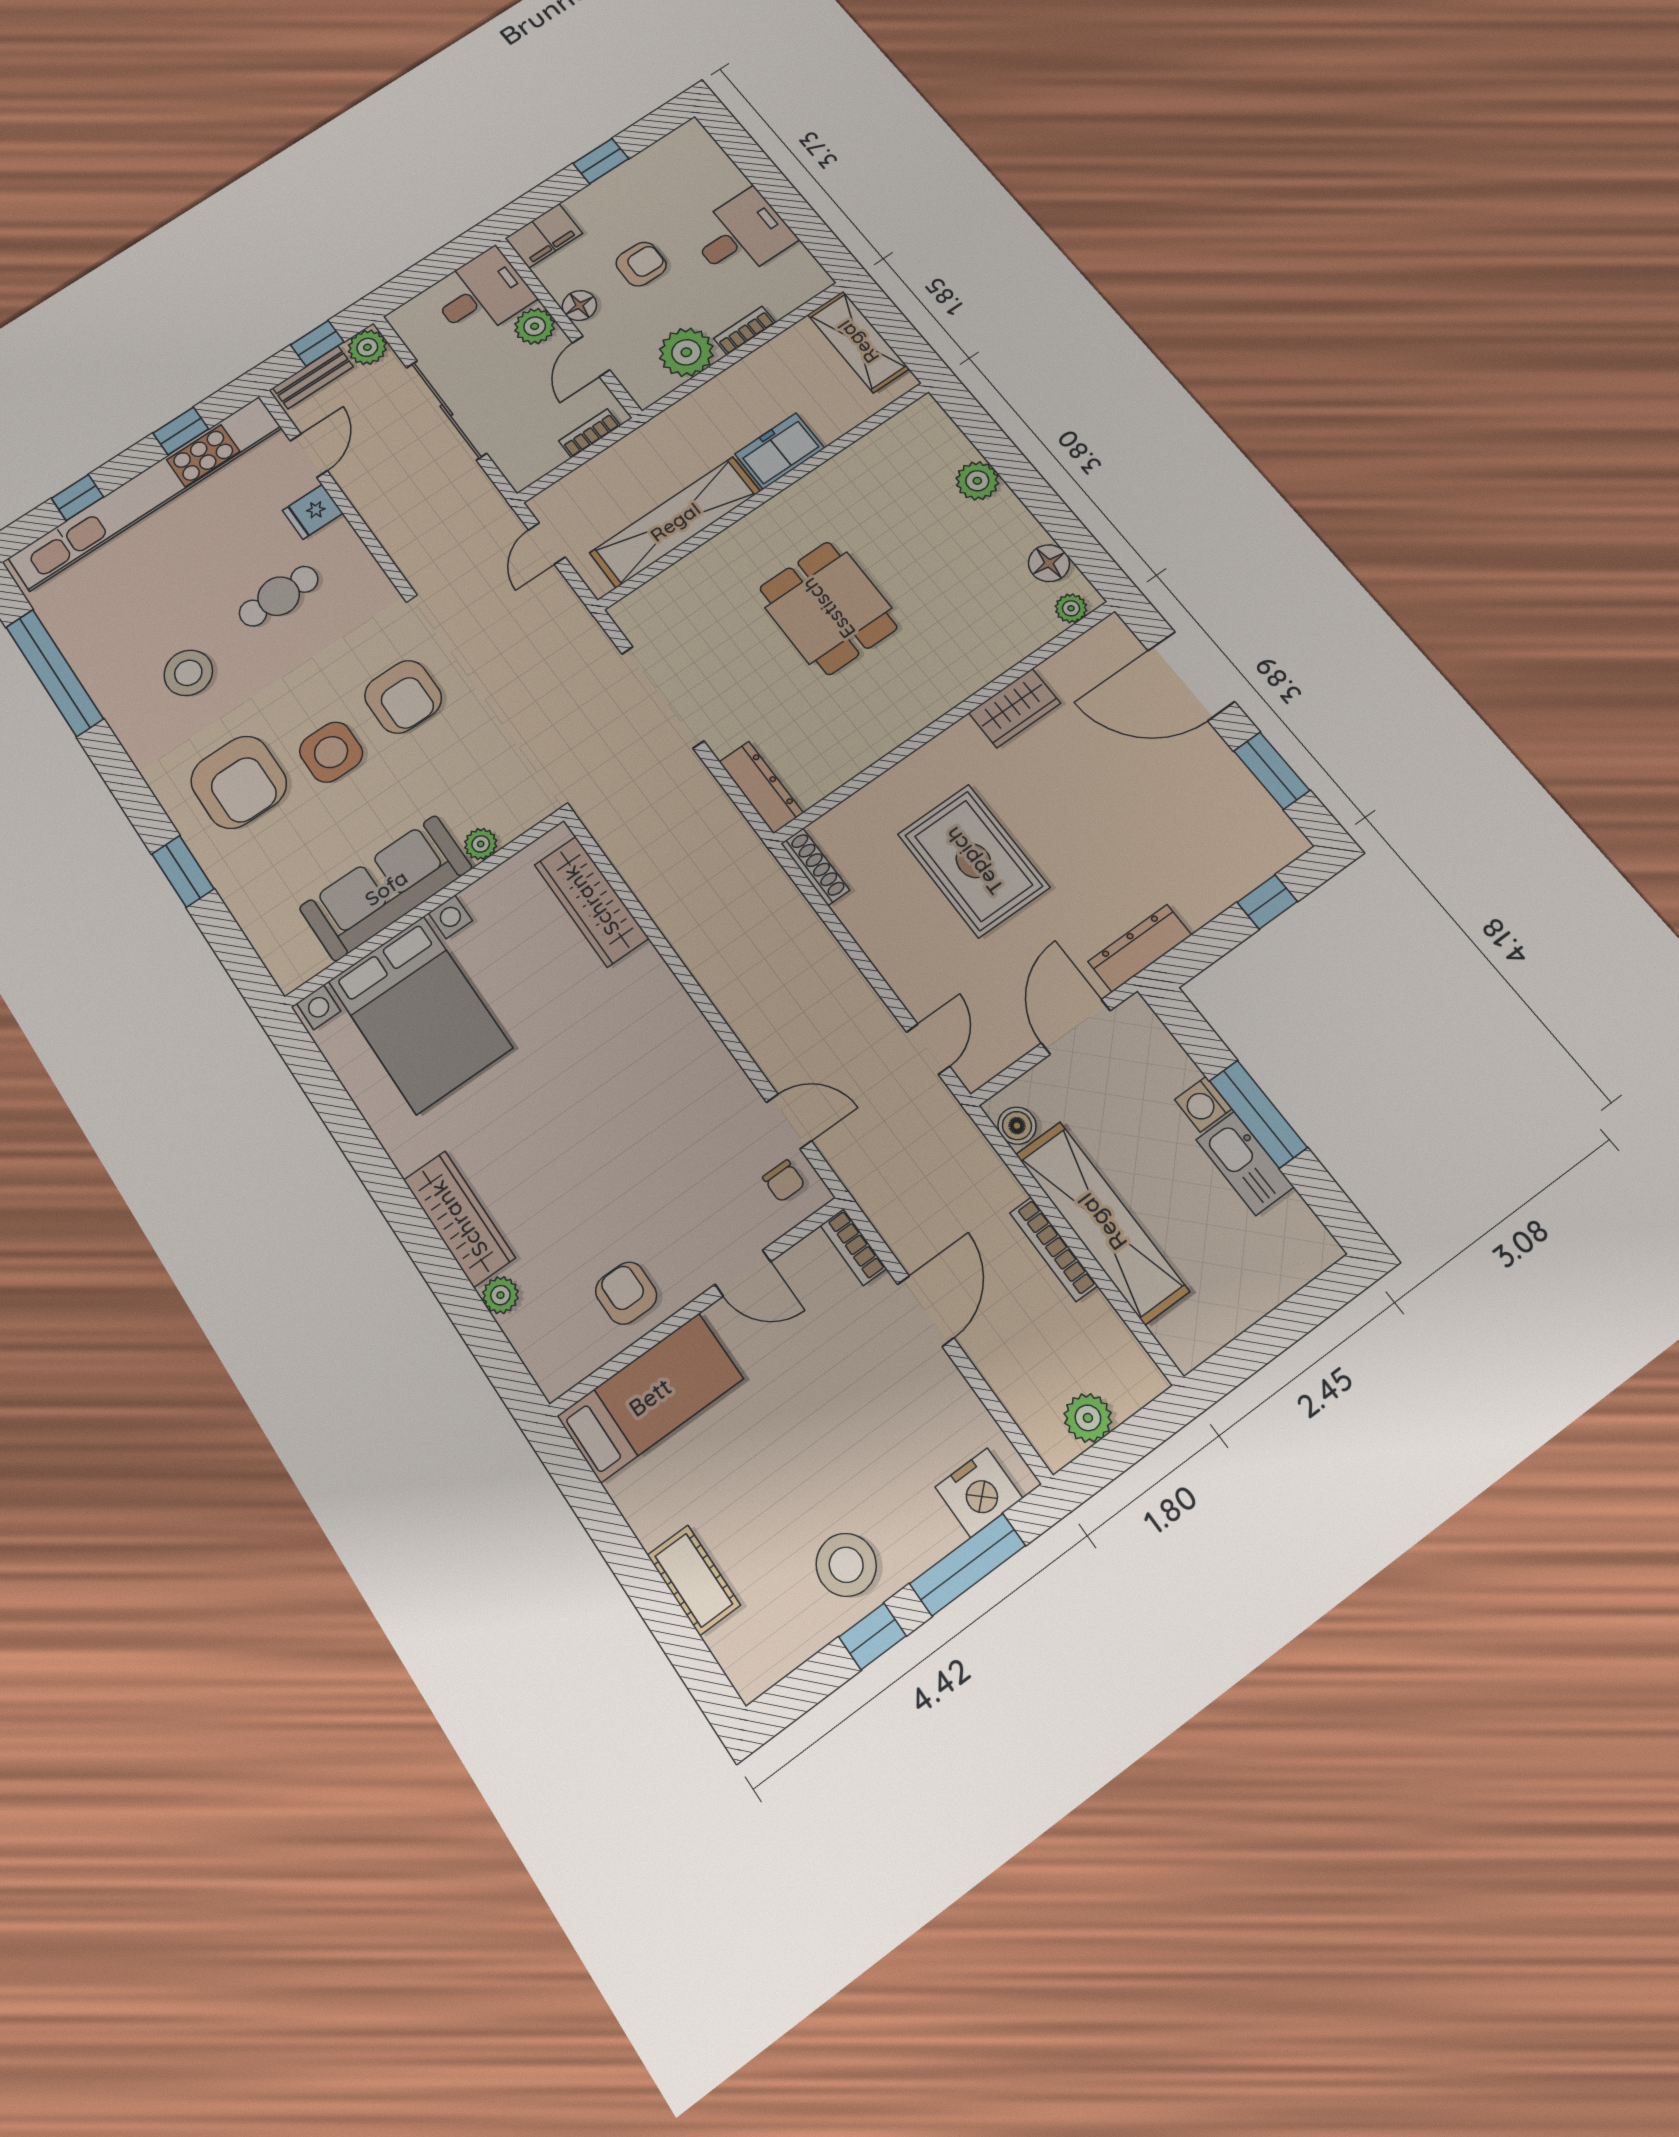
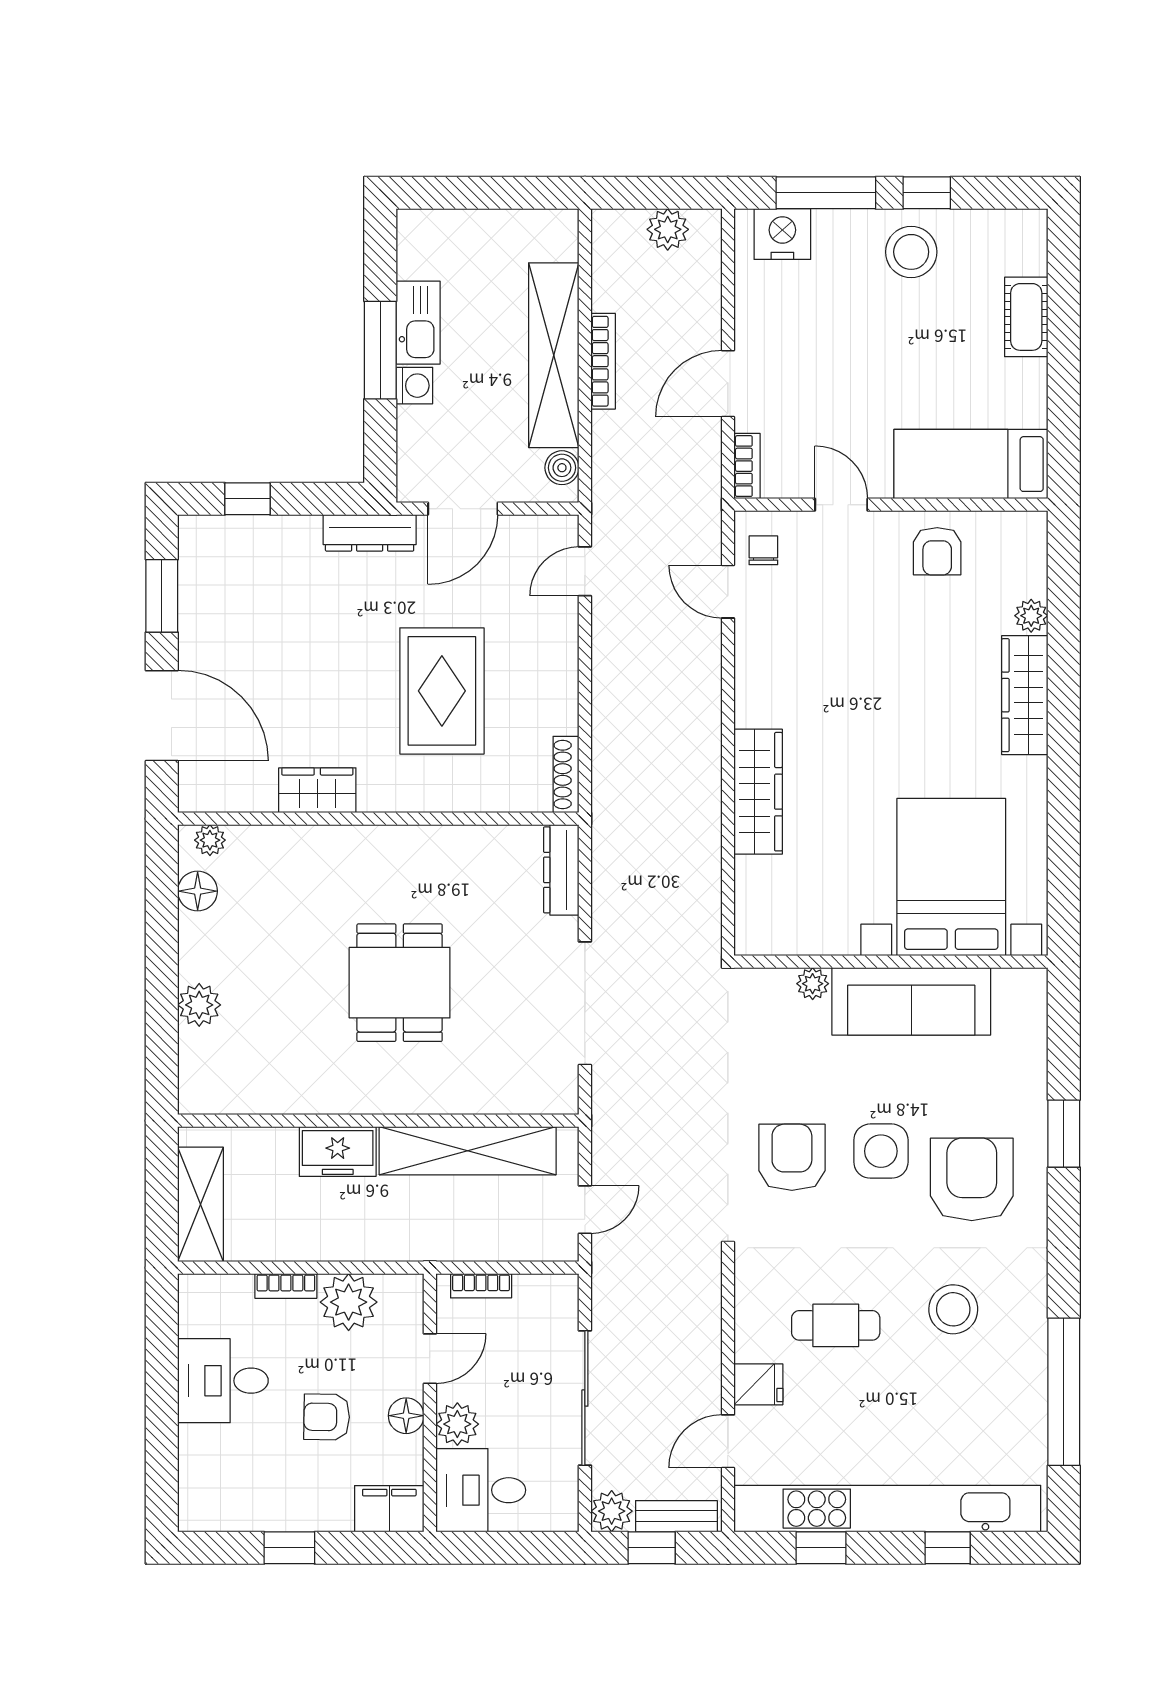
wardrobe: (591, 901) -> (758, 792), moved

